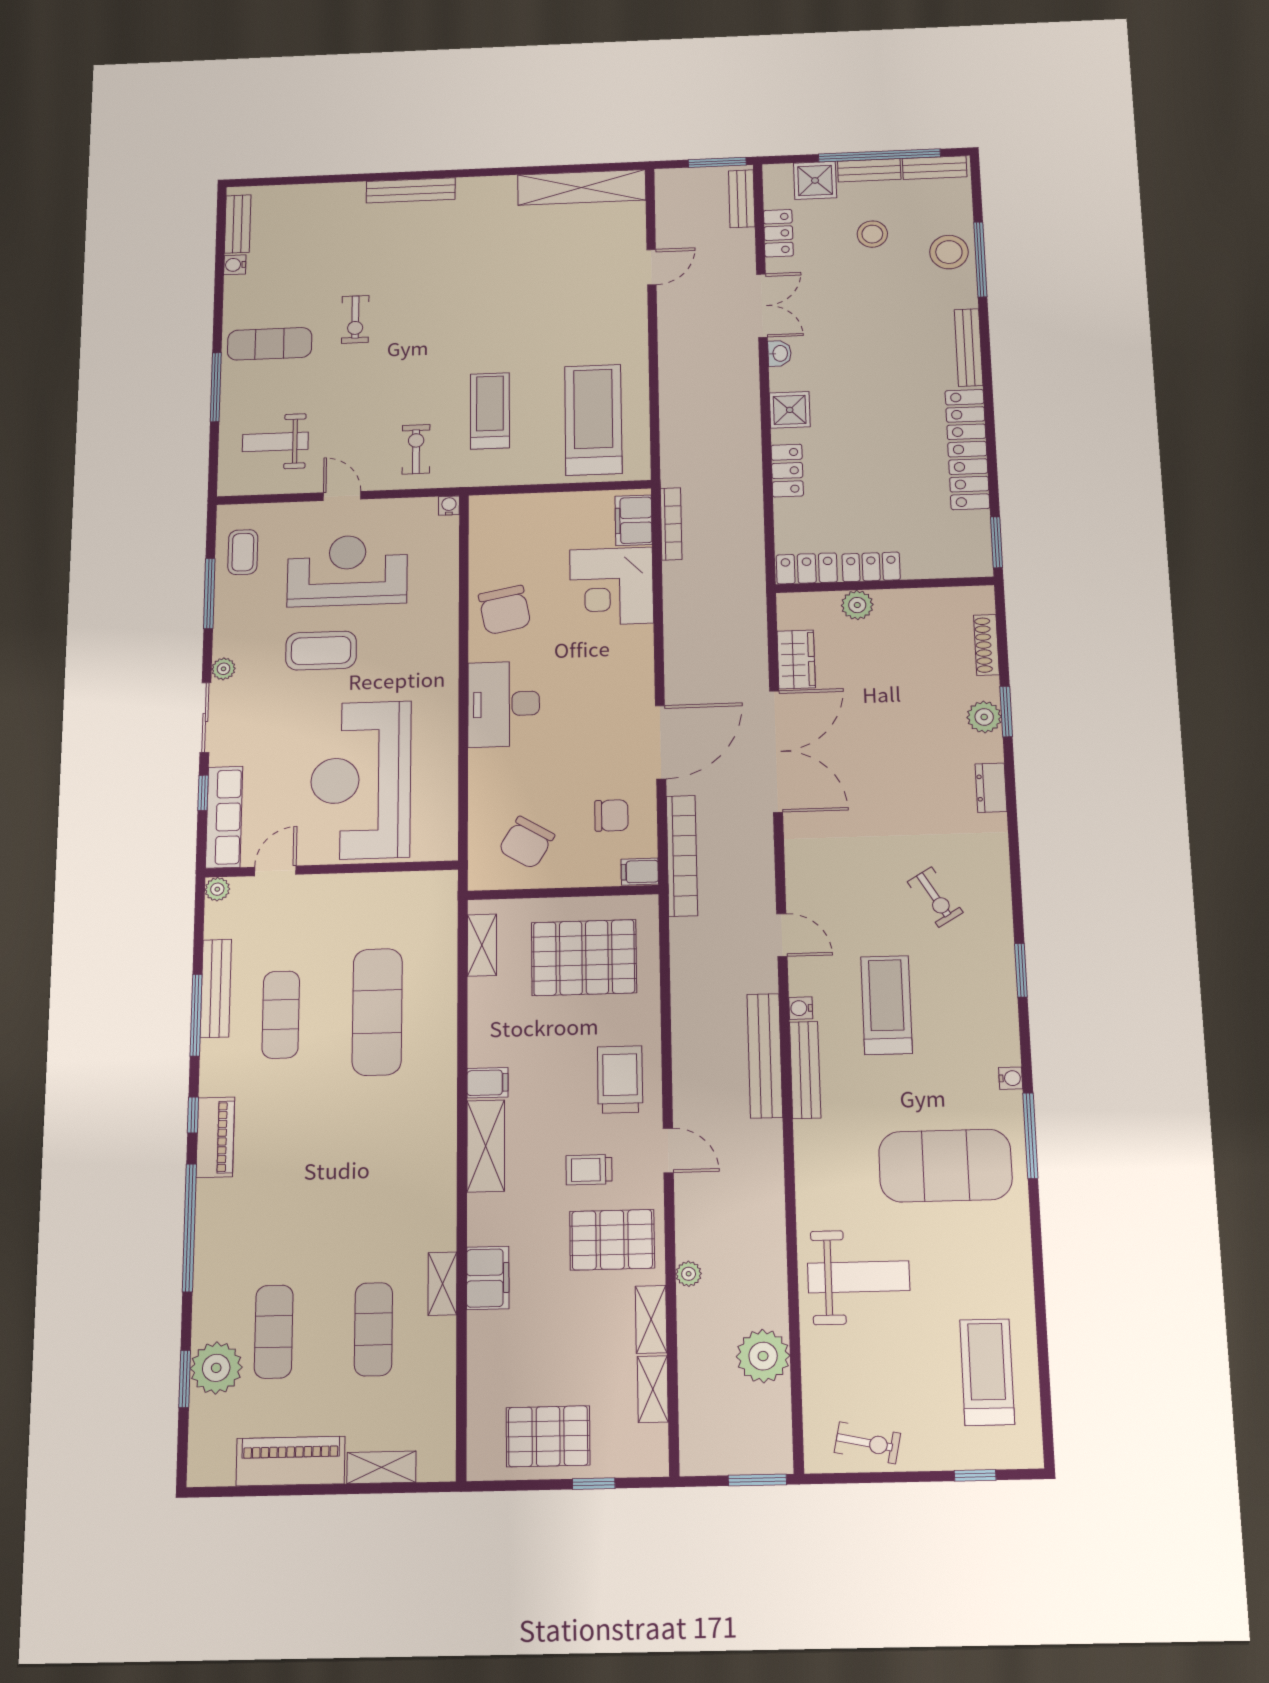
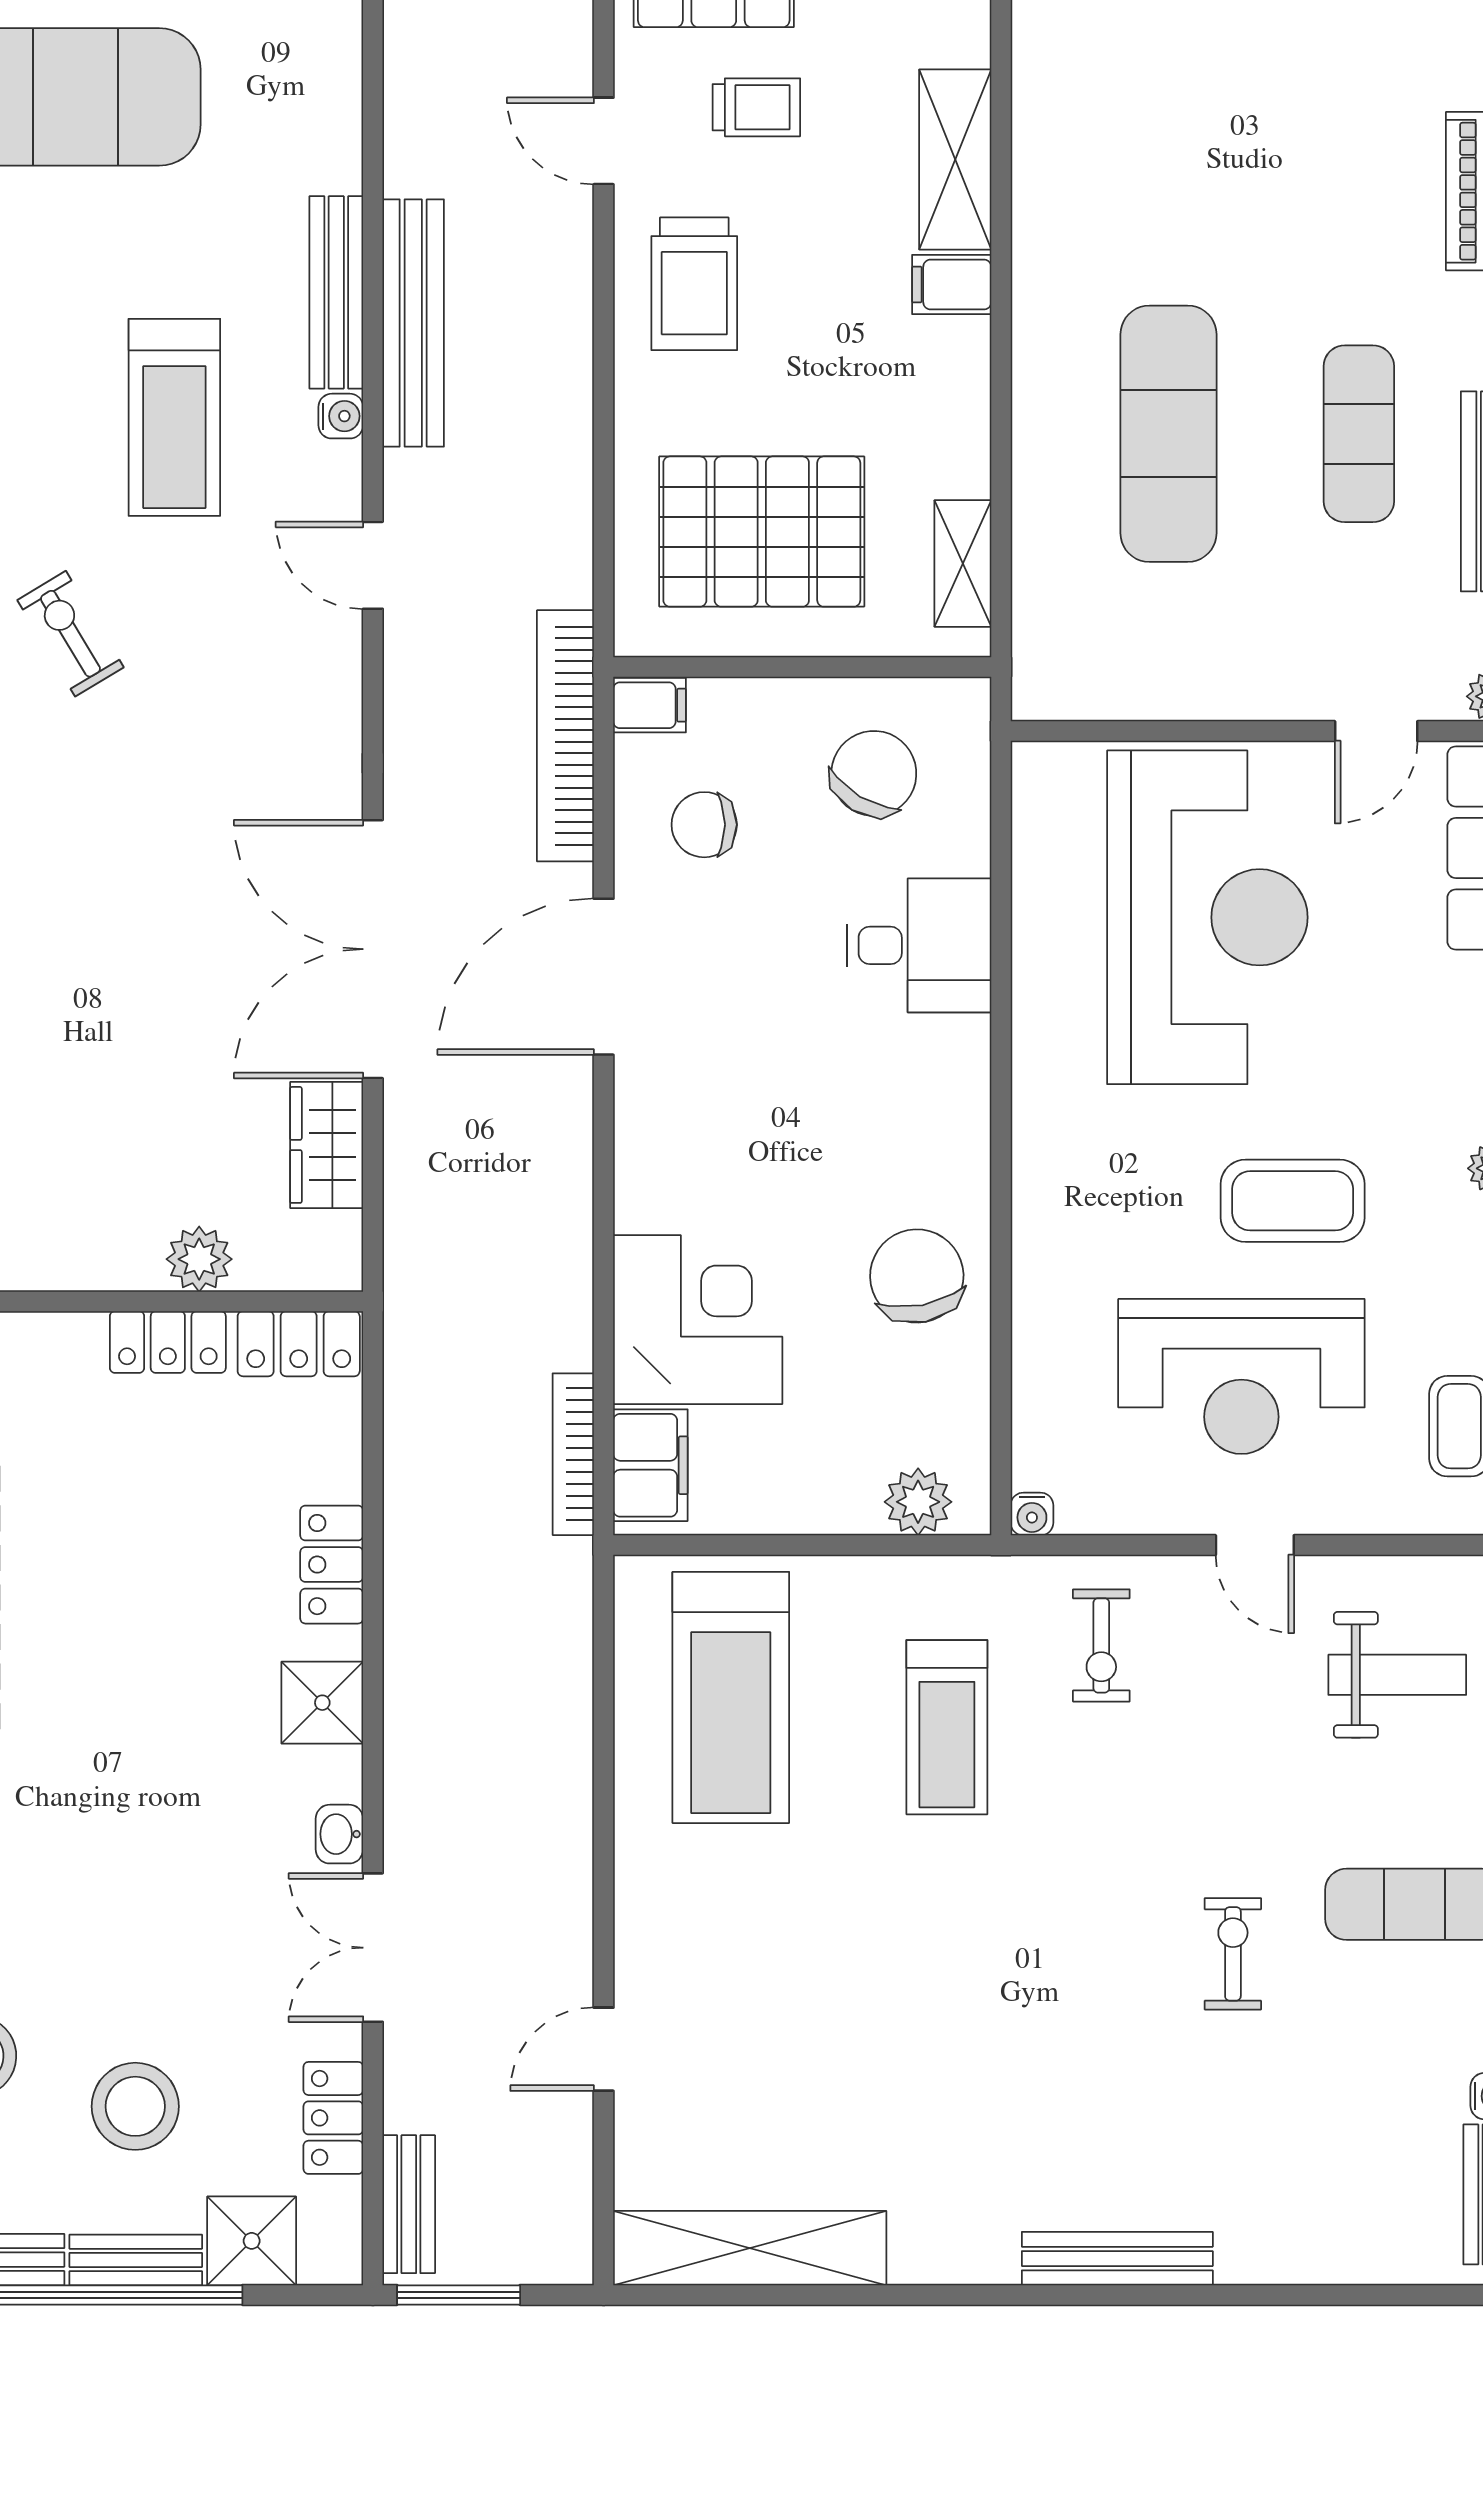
stool: (872, 234) -> (135, 2106), width x1.38, depth x1.38
plant: (504, 509) -> (918, 1502), added
desk: (504, 704) -> (919, 945), moved, width x0.73

